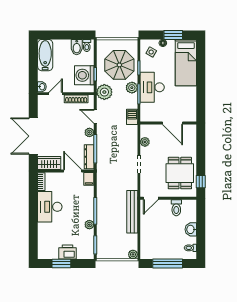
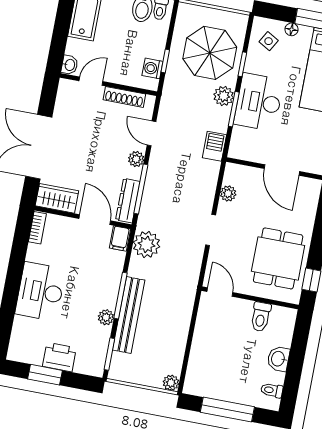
washing machine: (84, 75) -> (152, 68), width x0.53, depth x0.53
plant: (104, 92) -> (146, 244), moved
door: (151, 198) -> (220, 292), swing flipped
desk: (50, 207) -> (40, 291), moved
bench: (132, 212) -> (129, 315), moved

